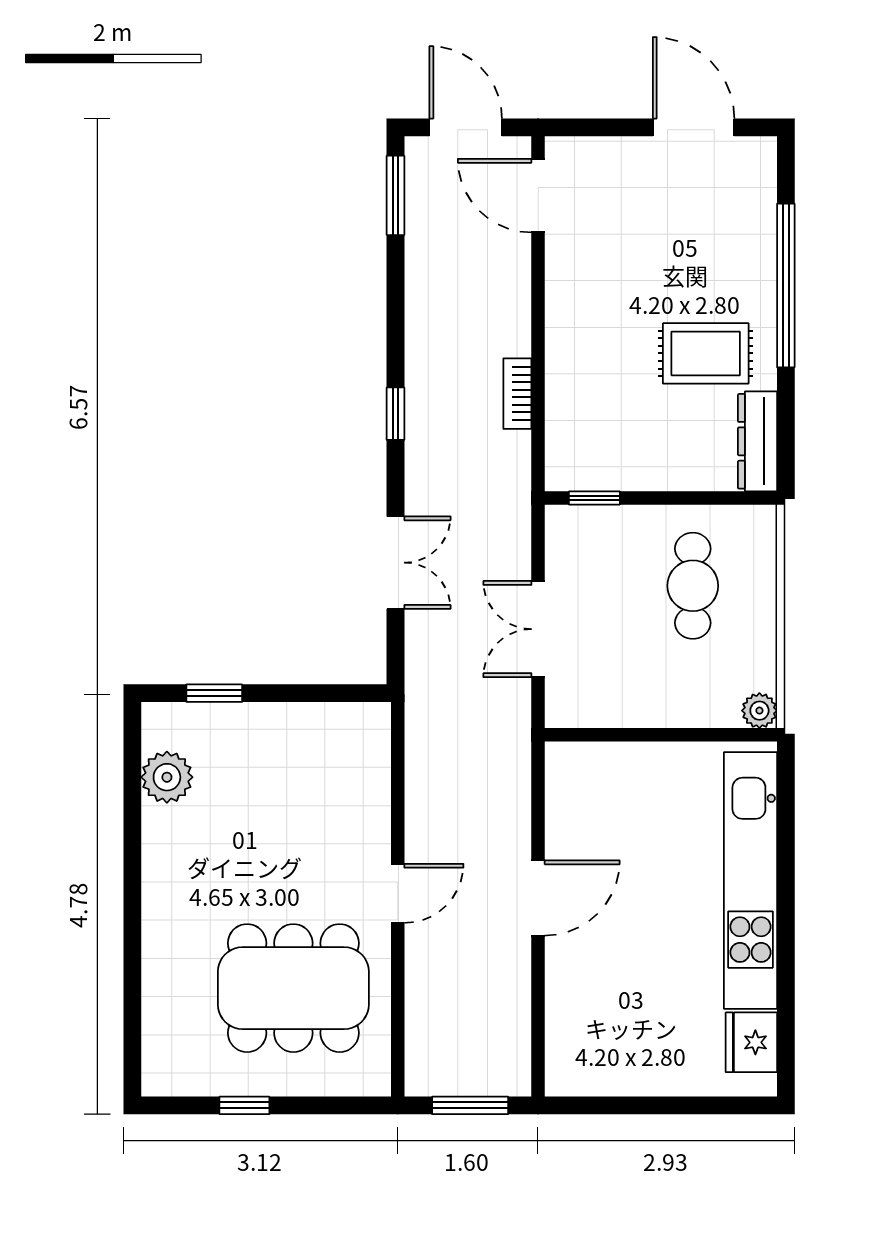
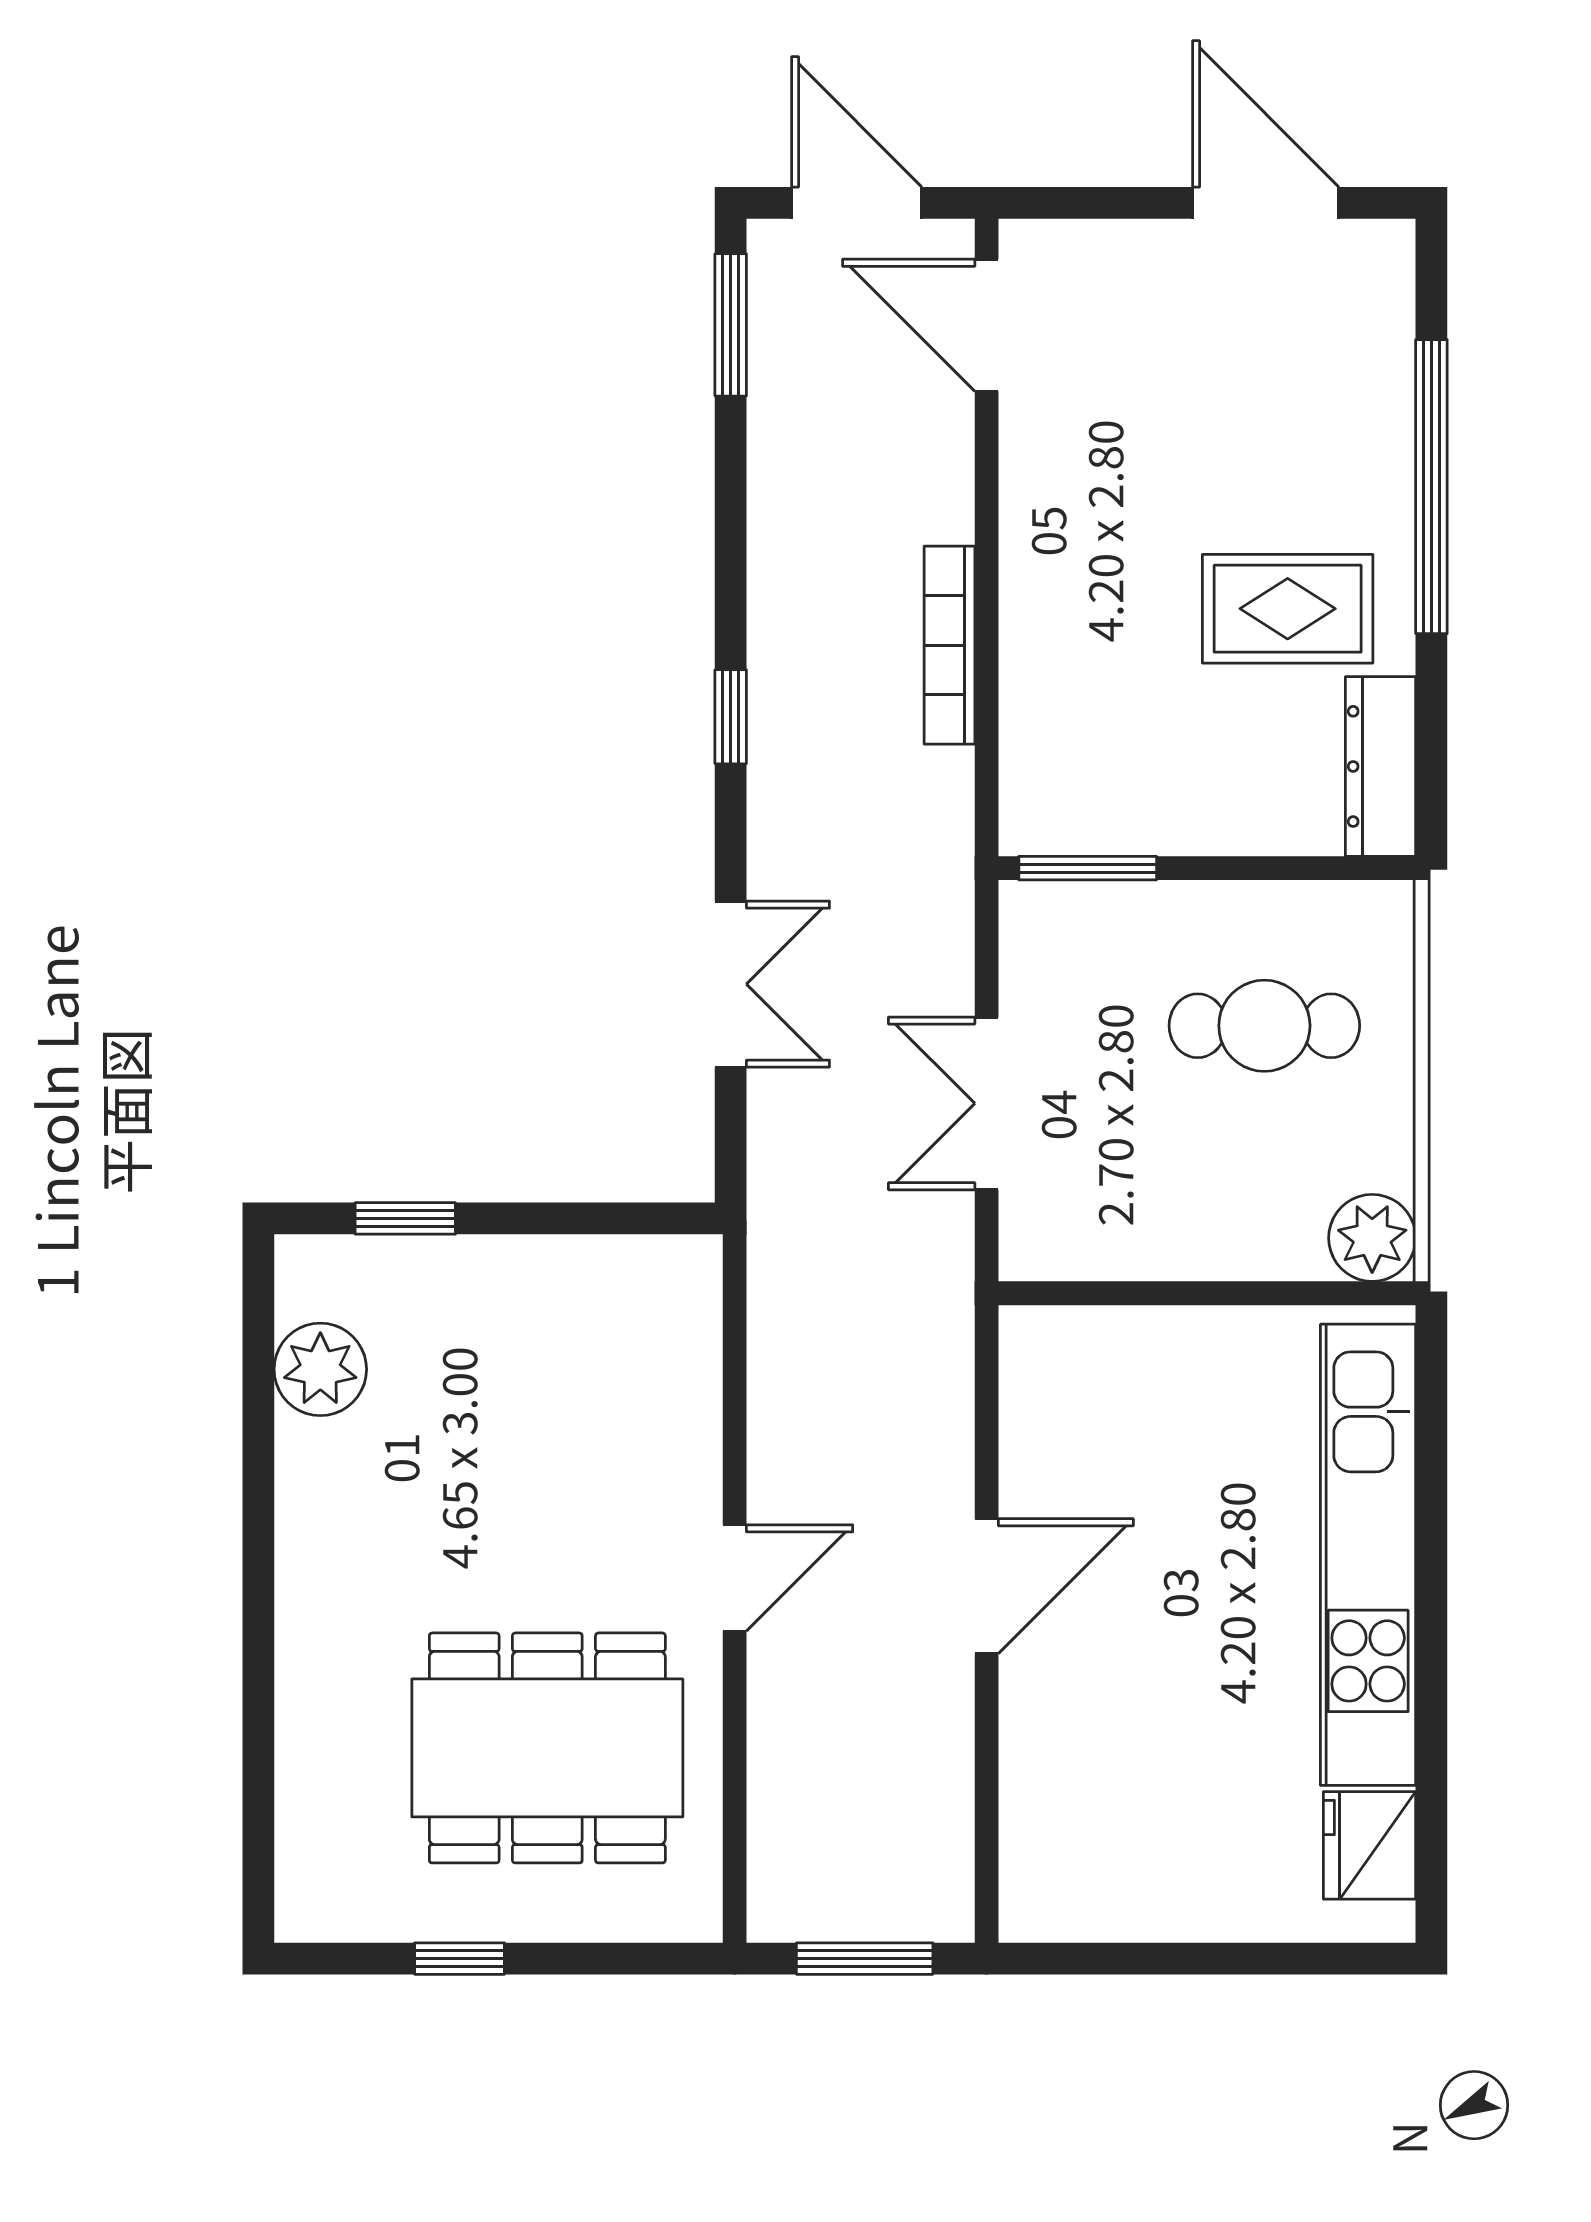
bookcase: (517, 394) -> (949, 645), width x1.56
window: (594, 498) -> (1088, 868), width x1.50
cafe table: (693, 586) -> (1264, 1026), turned 90
plant: (759, 711) -> (1372, 1238), width x1.38, depth x1.38

